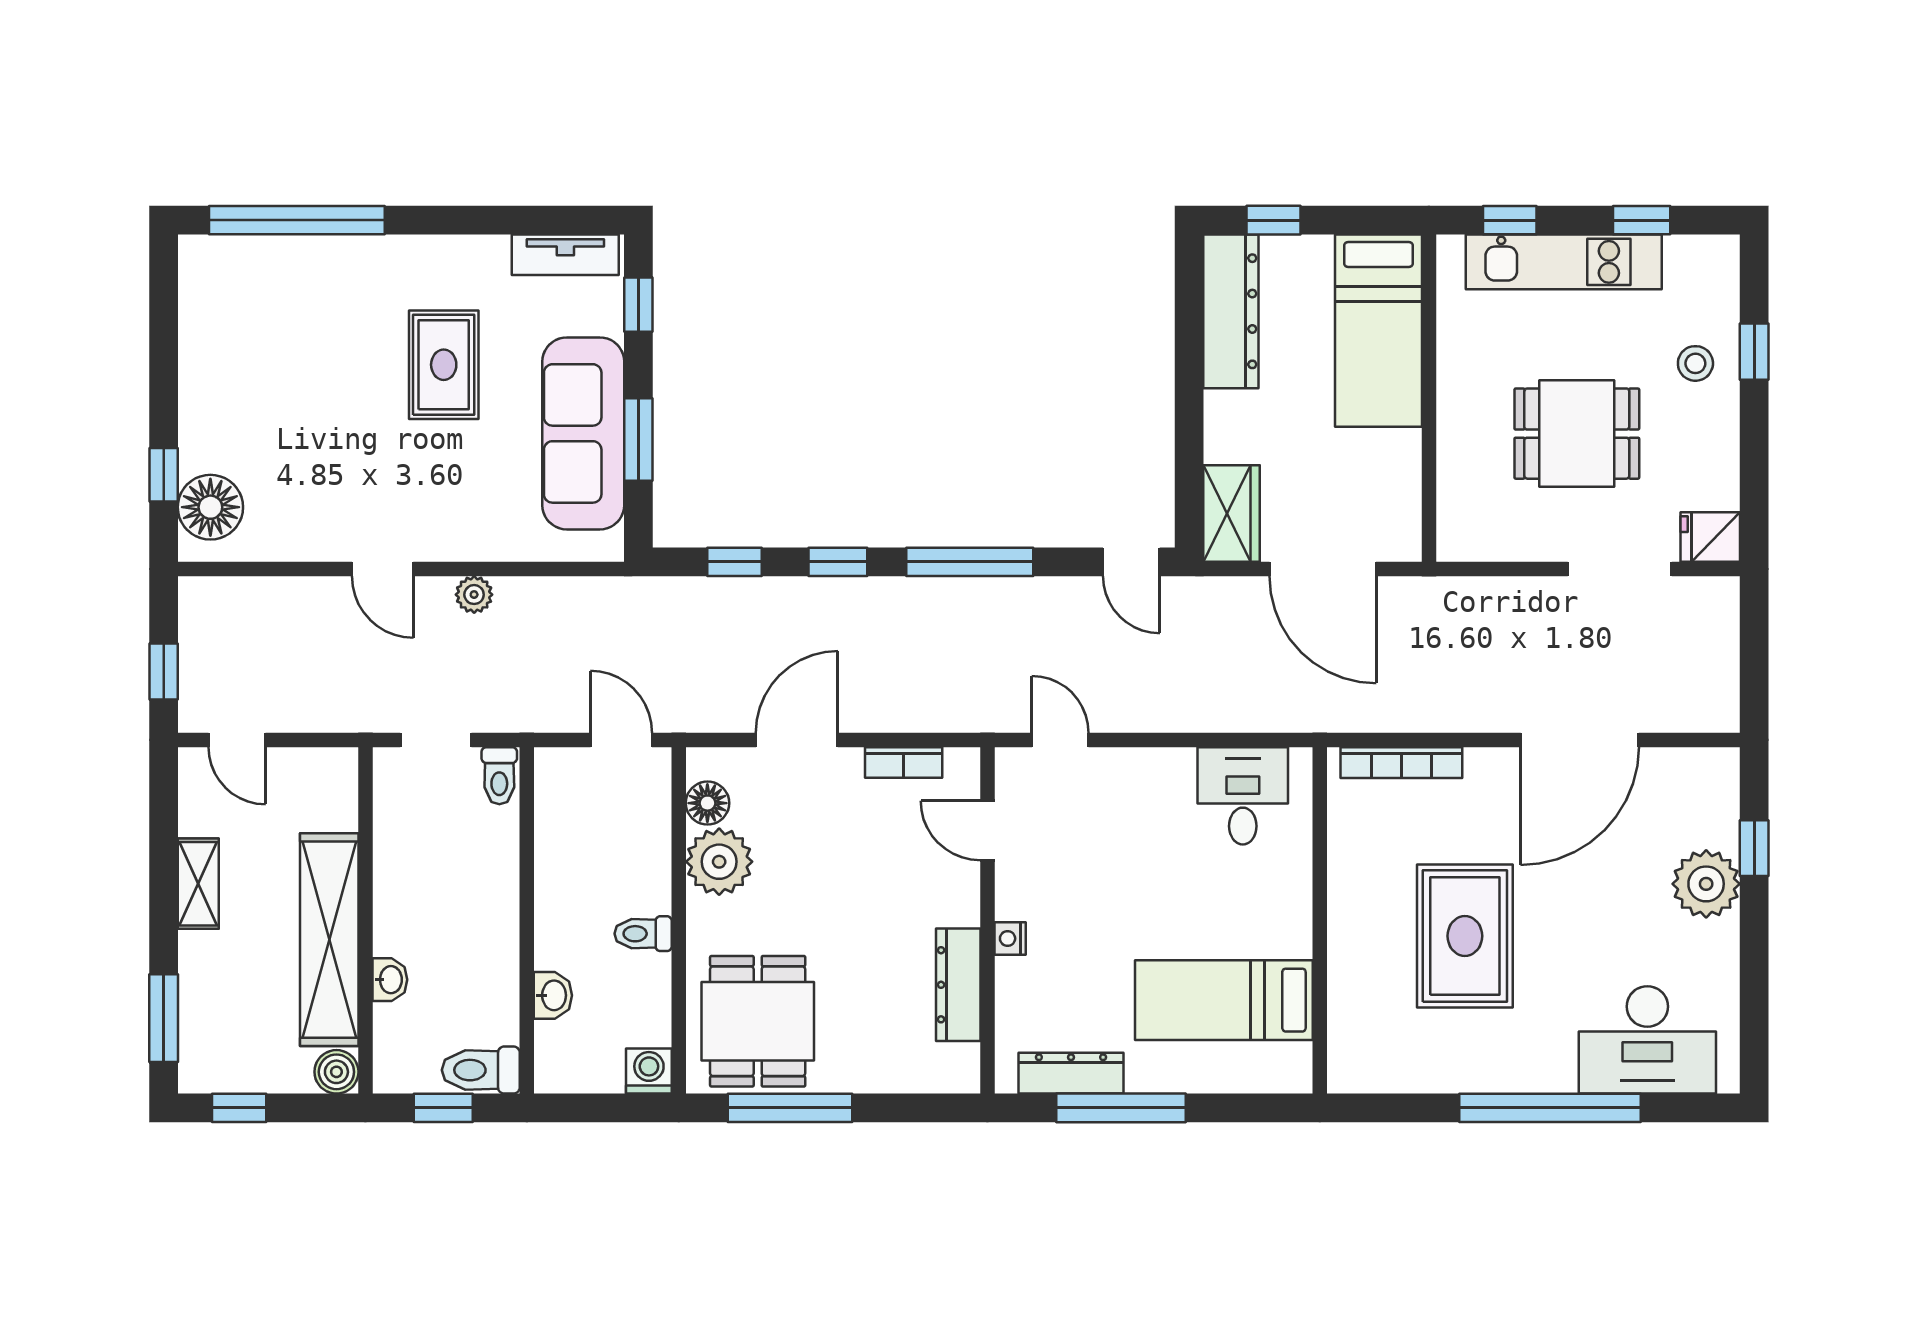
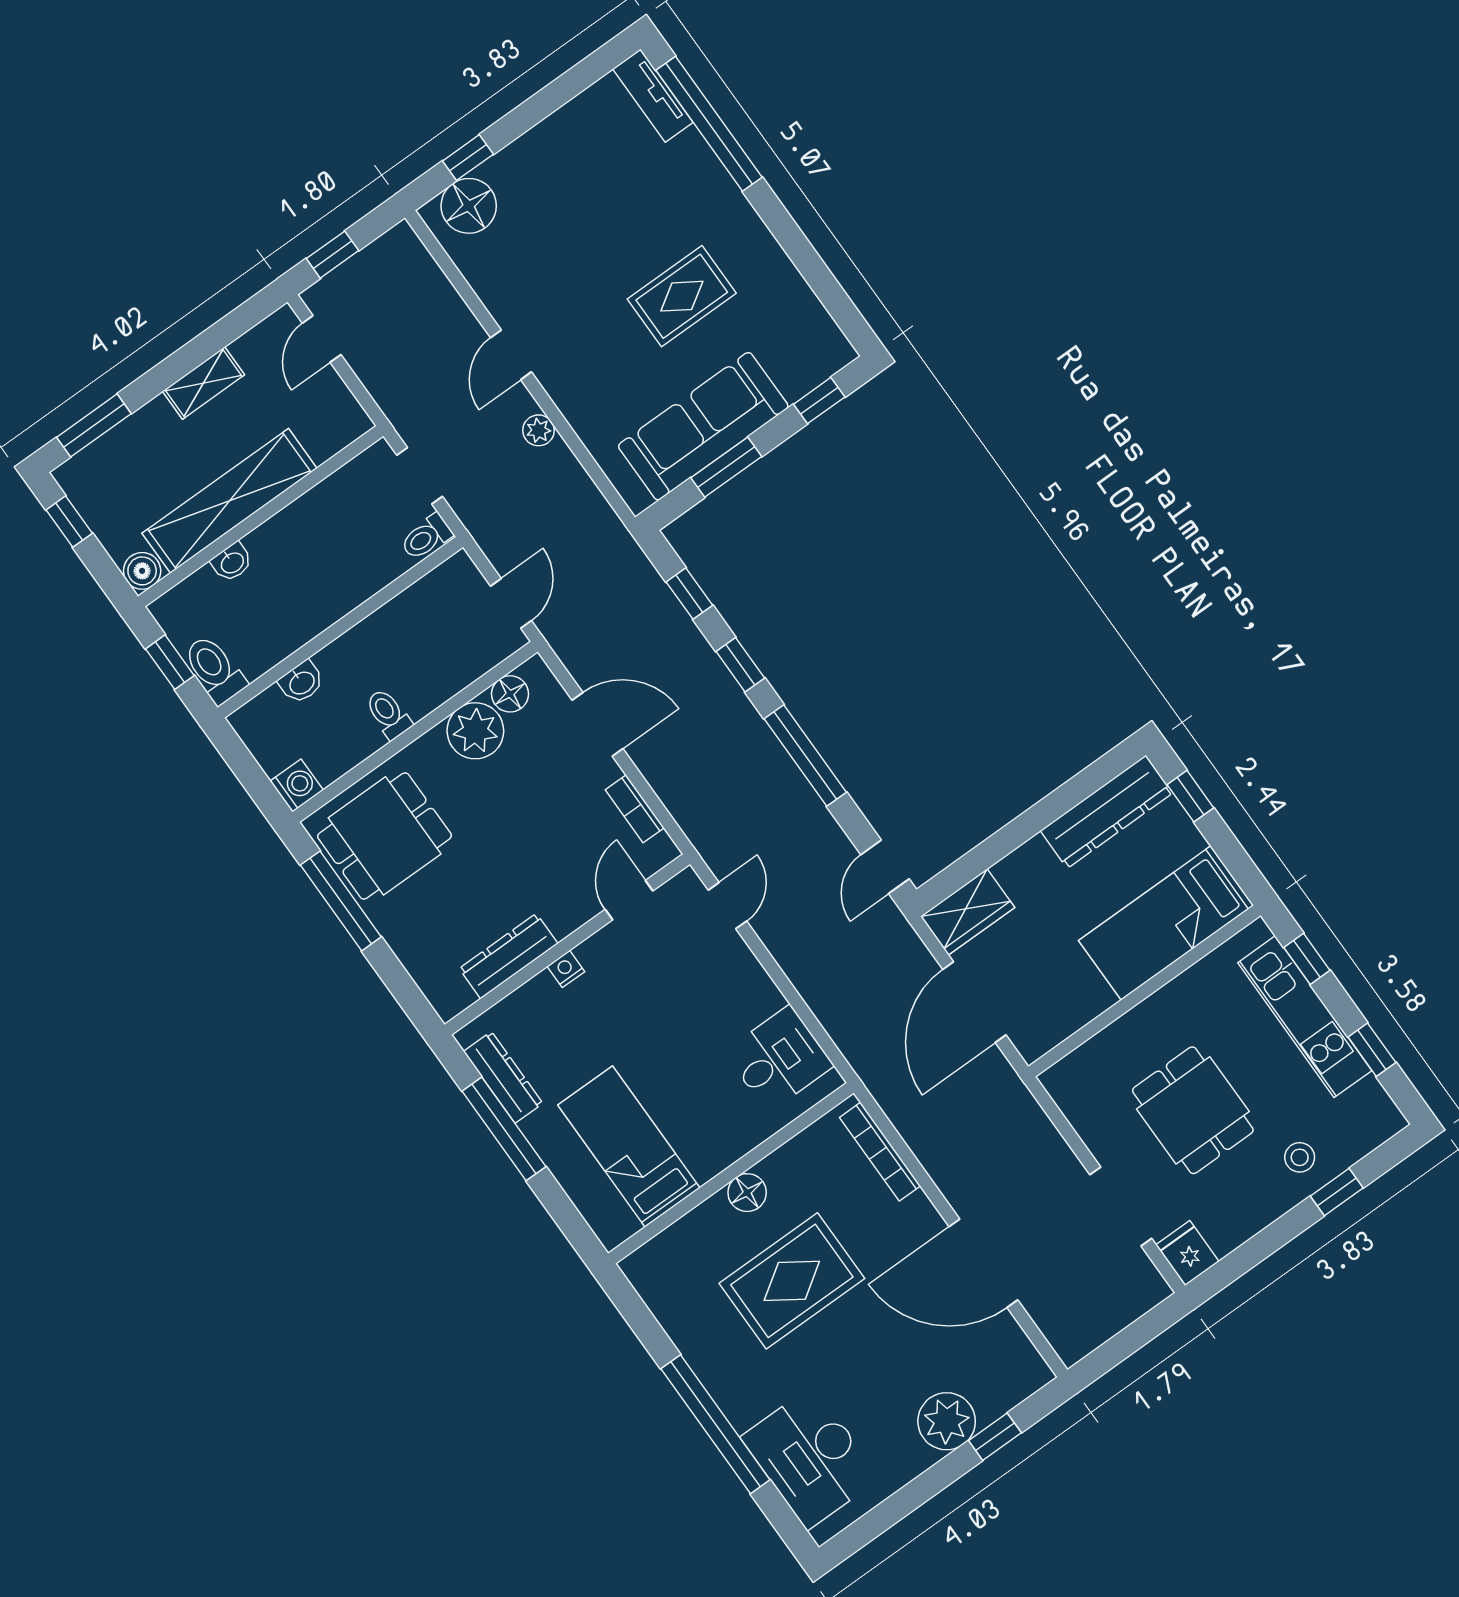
tv unit: (565, 255) -> (653, 96), moved
floor lamp: (1349, 918) -> (747, 1193), added

